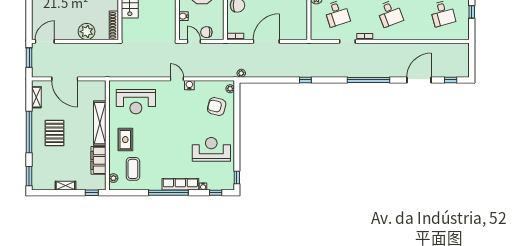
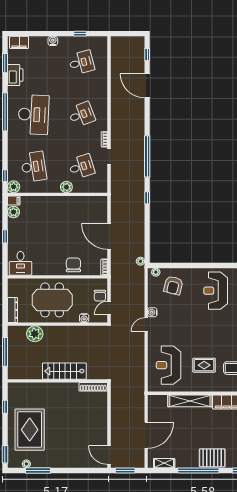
plant: (87, 32) -> (99, 414), removed
window: (368, 80) -> (147, 156), moved
reception desk: (136, 102) -> (169, 365), turned 180
pallet: (54, 133) -> (212, 458), moved
rug: (125, 140) -> (204, 365), moved

